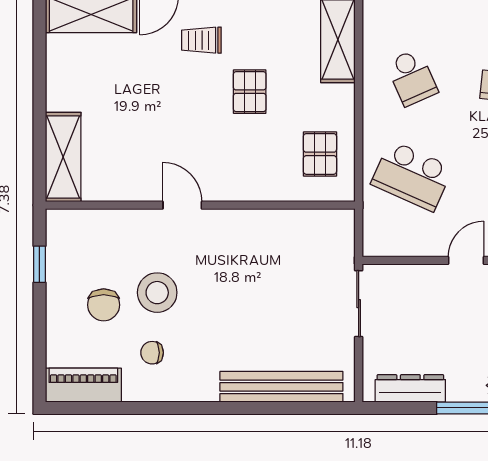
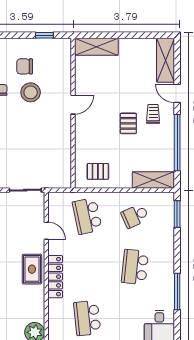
pallet: (250, 92) -> (128, 123), moved, turned 90
school desk: (412, 176) -> (87, 216), turned -36
door: (466, 260) -> (46, 231), moved

